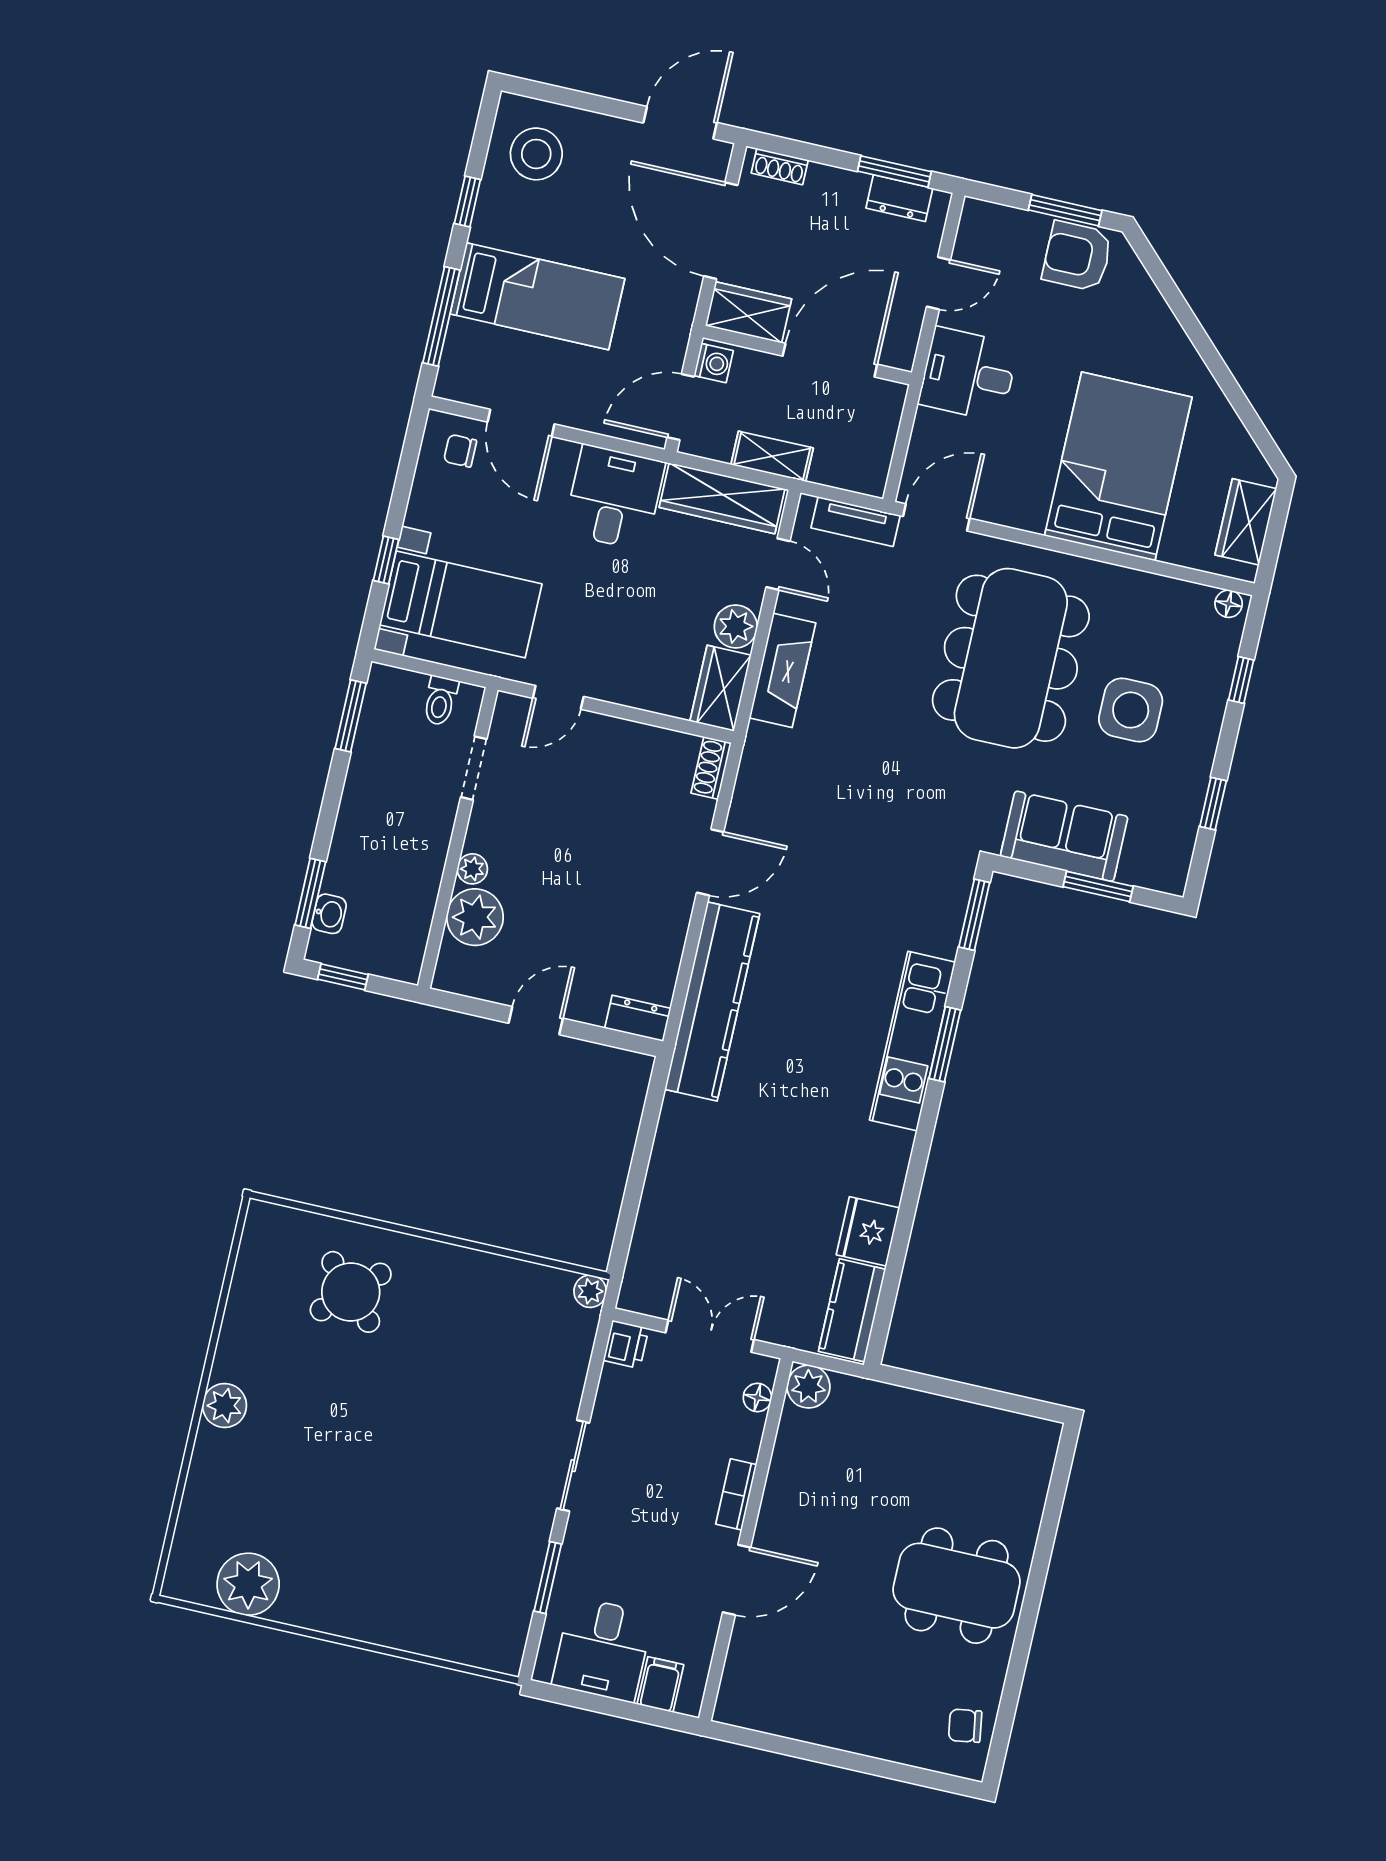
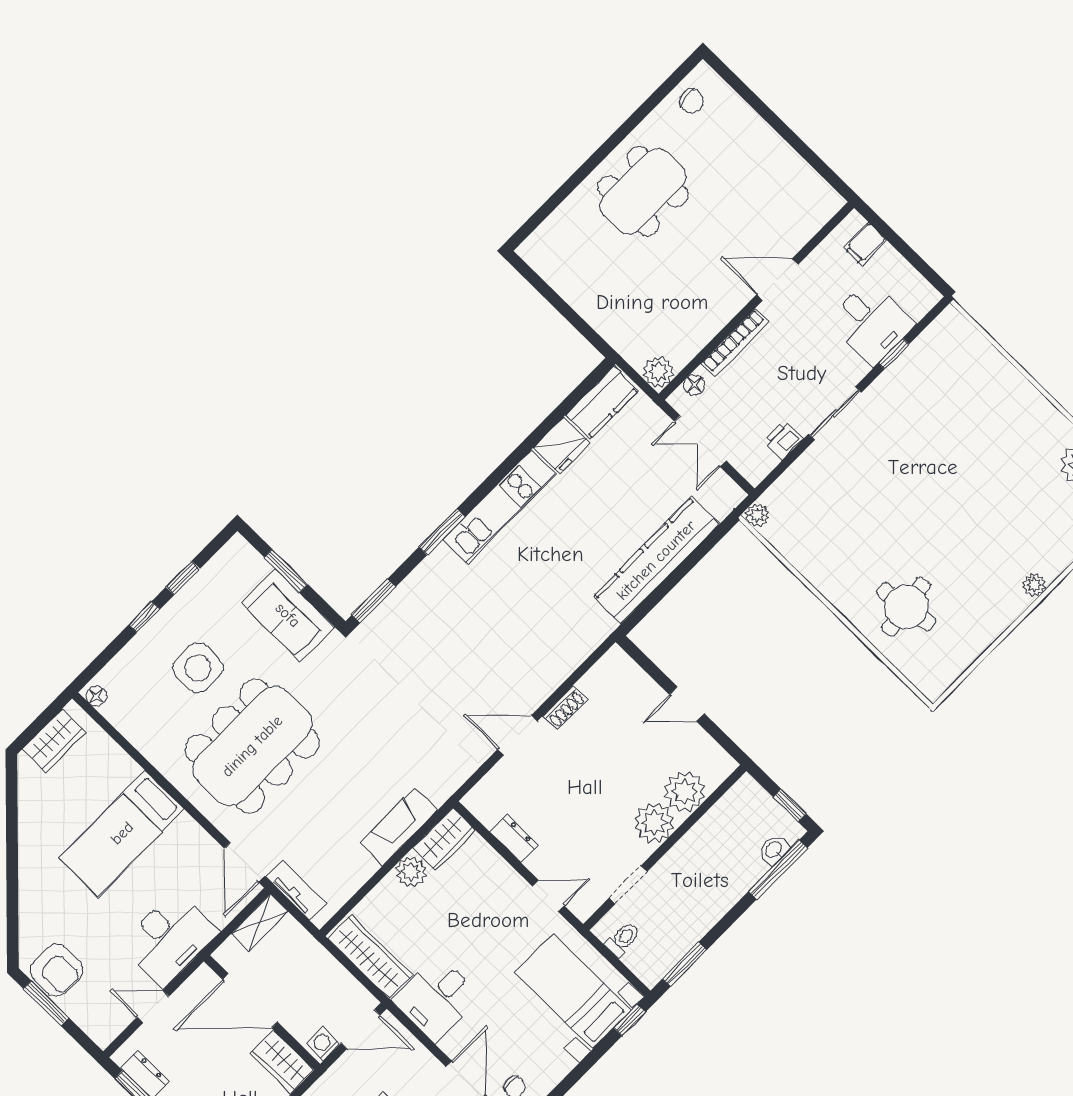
desk: (968, 374) -> (169, 939), width x1.37
shelving: (772, 456) -> (260, 923), moved, turned 90
bed: (1118, 466) -> (122, 833), width x0.67
door: (936, 517) -> (244, 862), hinge flipped
window: (386, 560) -> (630, 1020), moved
door: (778, 564) -> (361, 894), removed
window: (1241, 680) -> (144, 617), moved
shoe rack: (711, 768) -> (565, 708), moved
plant: (472, 869) -> (654, 823), width x1.88, depth x1.88
window: (310, 893) -> (778, 870), width x1.44
kitchen counter: (712, 1001) -> (656, 560), moved
dresser: (638, 1018) -> (514, 839), moved, turned 180
kitchen unit: (912, 1041) -> (500, 507), moved
round table: (351, 1292) -> (906, 607), turned 36
printer: (626, 1344) -> (783, 440), moved
plant: (225, 1406) -> (1034, 585), width x0.73, depth x0.73
bookcase: (736, 1494) -> (735, 343), width x1.56
window: (548, 1578) -> (894, 354), width x0.67
dining table: (957, 1586) -> (643, 191), turned 90
desk: (603, 1649) -> (871, 323), moved, turned 90

